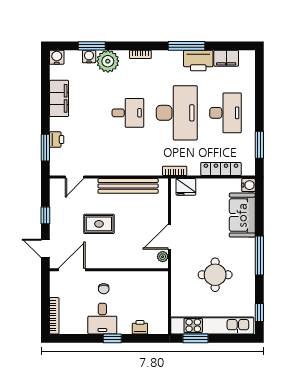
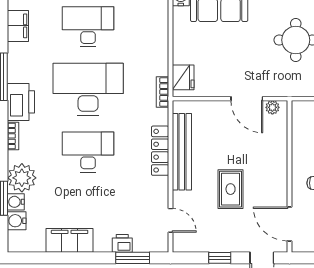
water cooler: (57, 57) -> (17, 221), moved
printer: (198, 61) -> (21, 102), moved
desk: (128, 113) -> (88, 152), width x1.37
locker: (221, 169) -> (160, 151), moved

